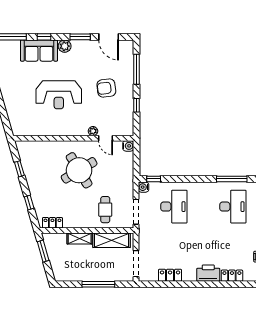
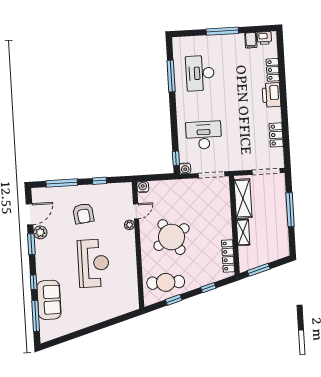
plant: (65, 46) -> (40, 232), moved
sofa: (39, 51) -> (49, 300), moved
desk: (233, 207) -> (200, 73), turned -90
cafe table: (105, 210) -> (166, 282), moved, width x1.37, depth x1.35
locker: (52, 223) -> (228, 256), width x1.53

